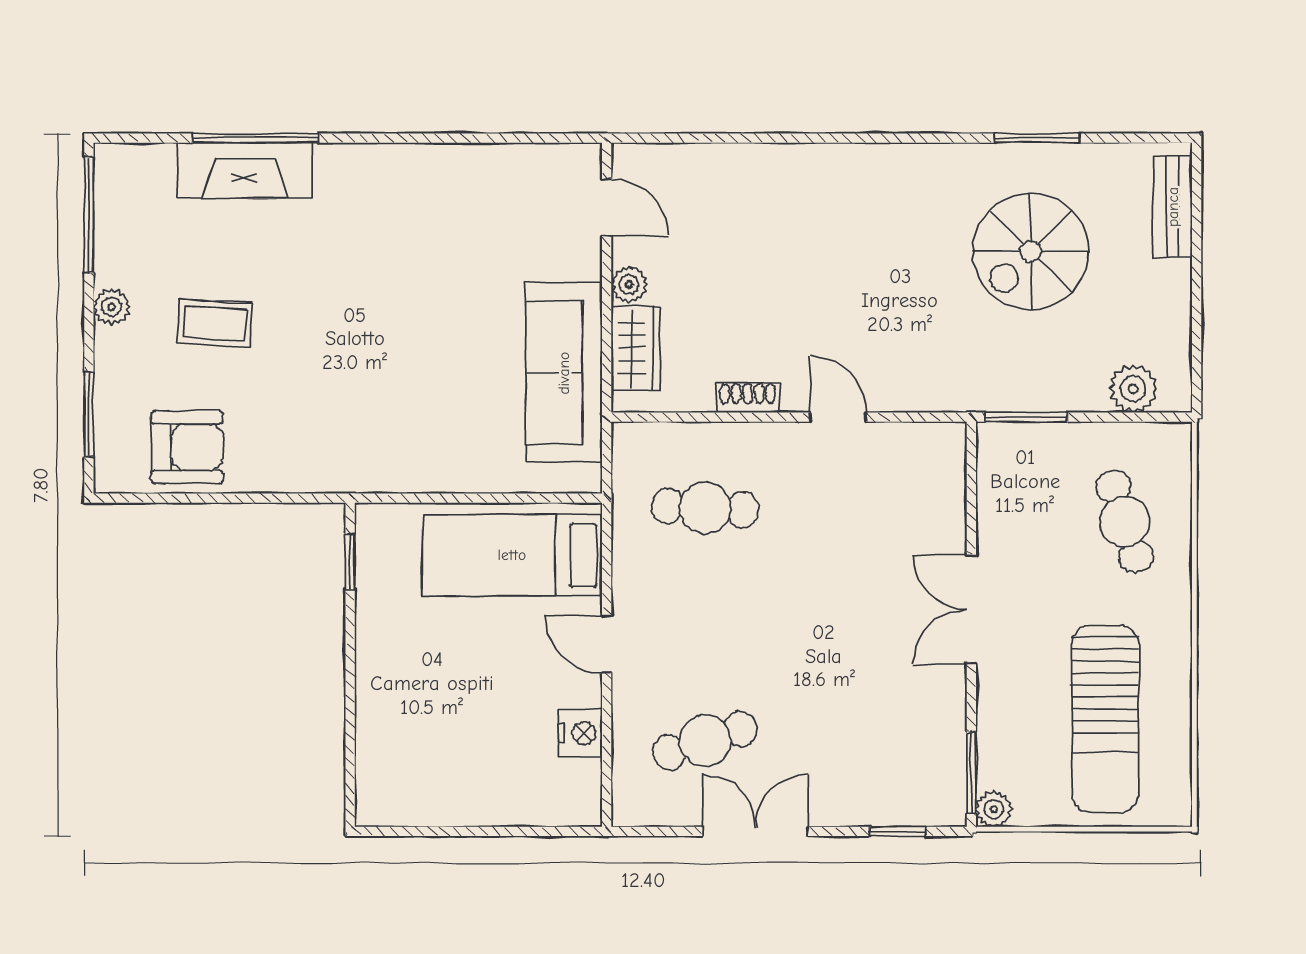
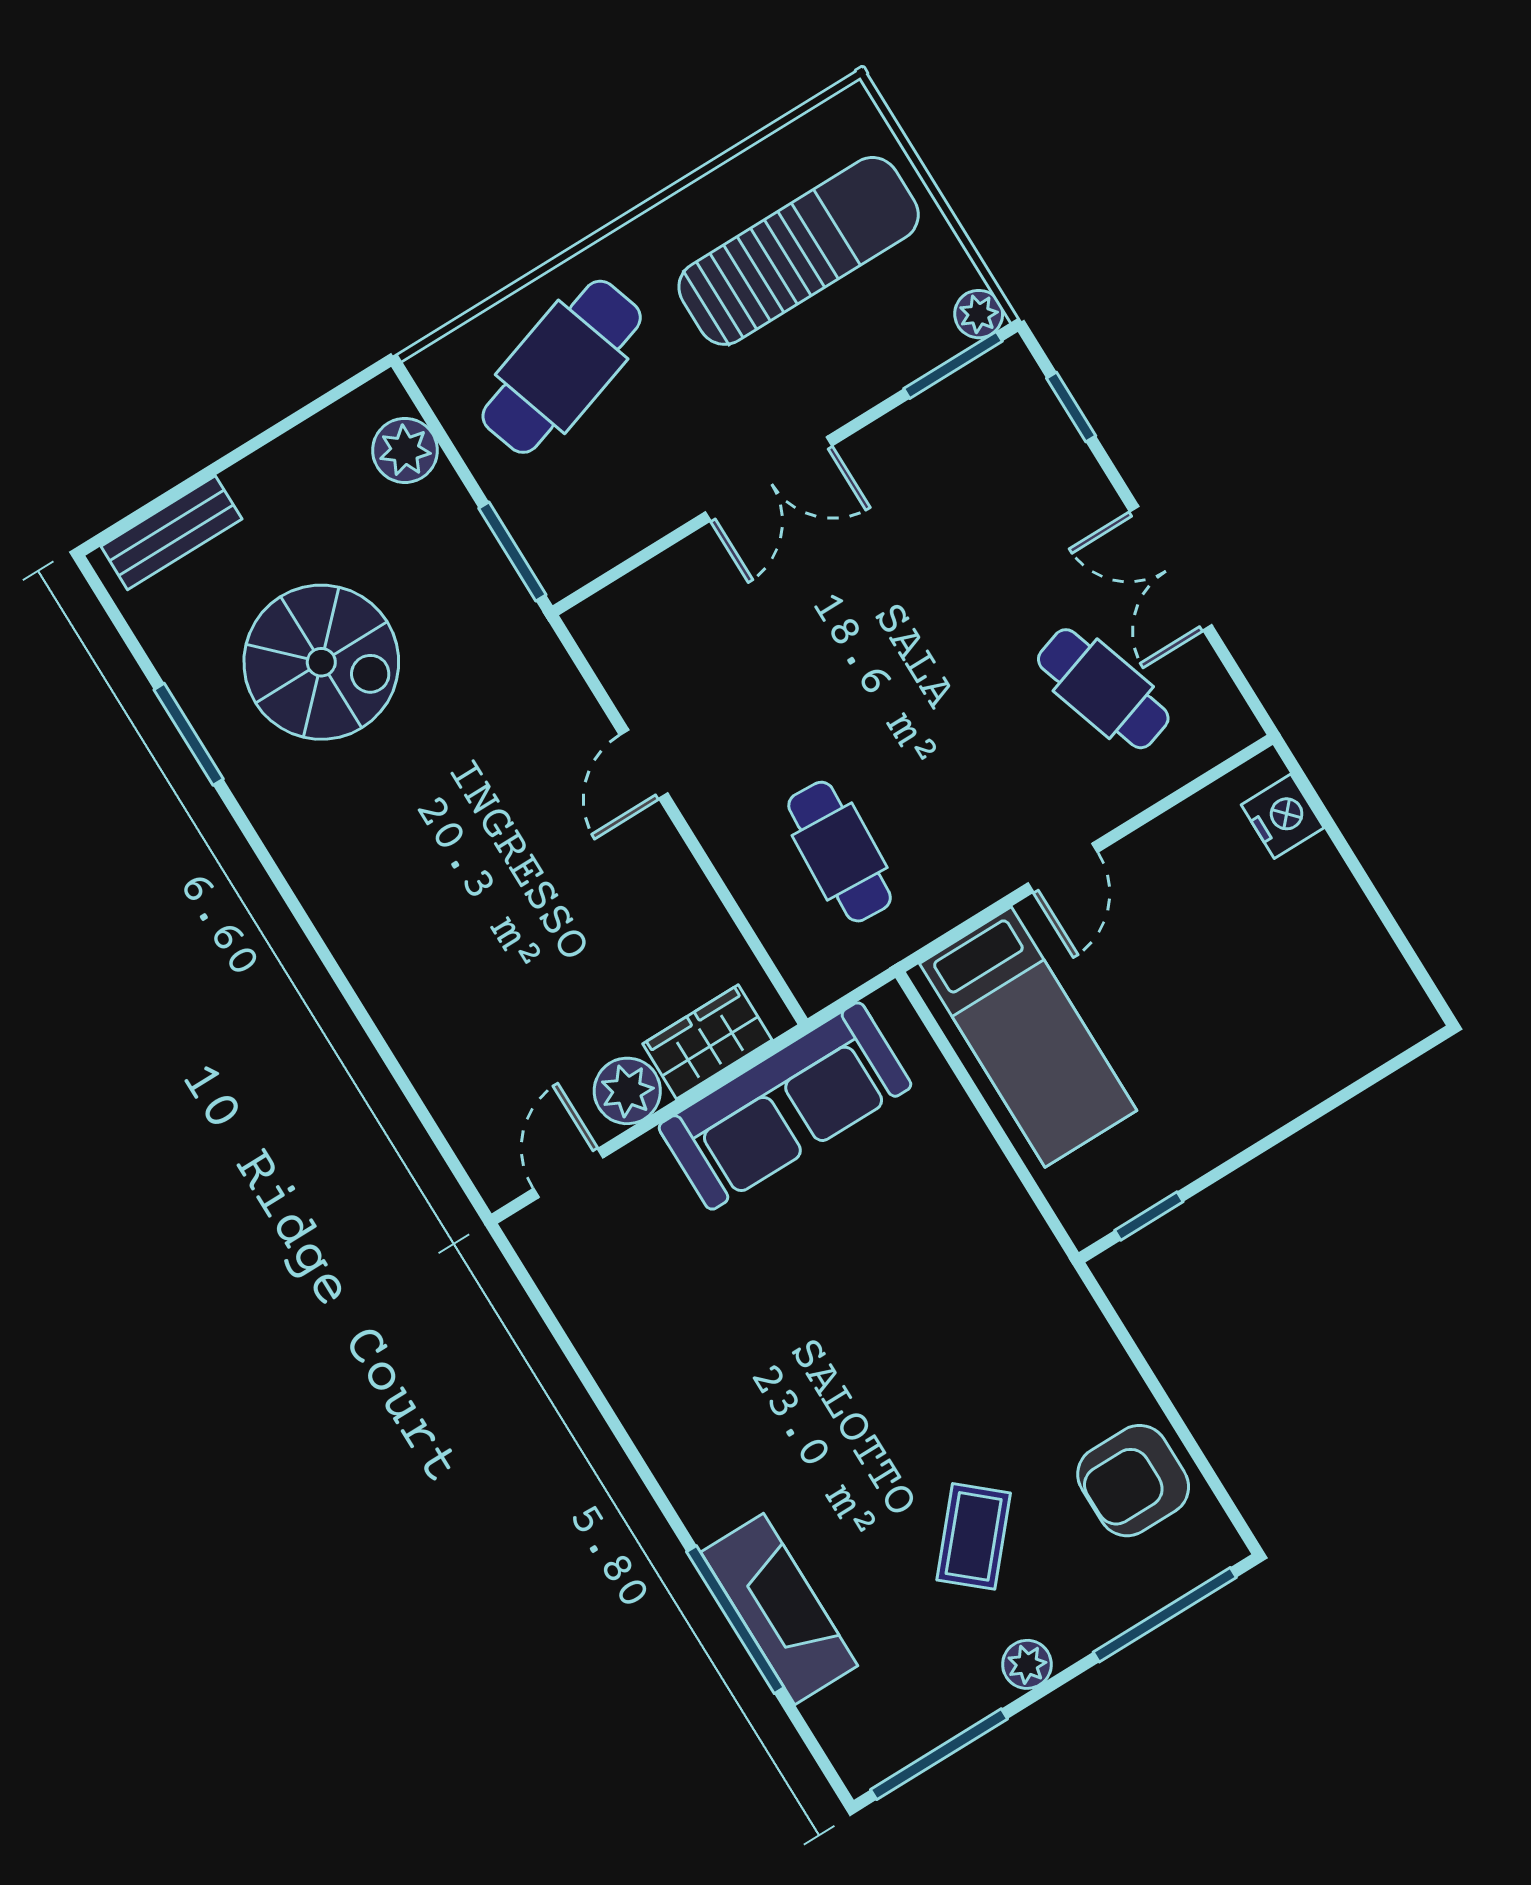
plant: (629, 284) -> (627, 1091), width x1.38, depth x1.38
coffee table: (214, 323) -> (974, 1536), turned 38
shoe rack: (748, 398) -> (685, 881), removed
window: (89, 415) -> (1165, 1615), width x1.44
armchair: (187, 447) -> (1133, 1481), turned -90
cafe table: (1125, 522) -> (562, 367), width x1.37, depth x1.35
nightstand: (580, 733) -> (1283, 816), moved, turned 90

